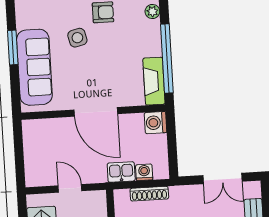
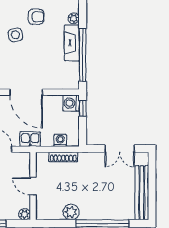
fireplace: (154, 81) -> (72, 43), moved
window: (171, 129) -> (83, 108), added
kitchen sink: (121, 172) -> (30, 139), moved

